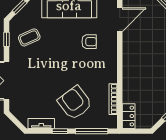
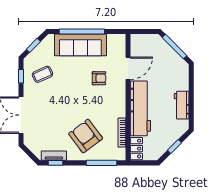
door: (120, 20) -> (128, 68), moved
workbench: (133, 73) -> (140, 108), added
window: (60, 131) -> (55, 163), moved

